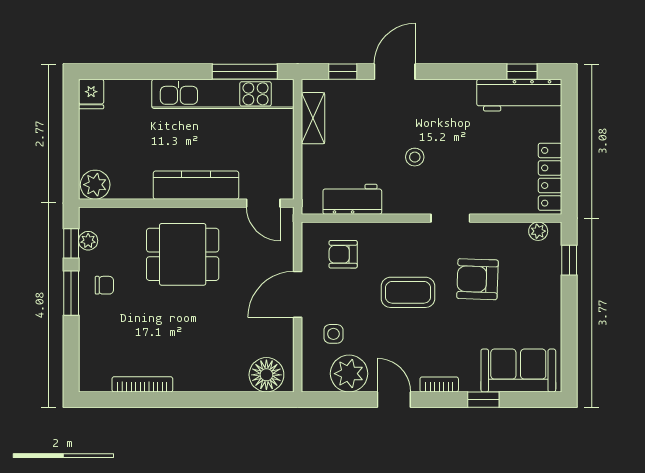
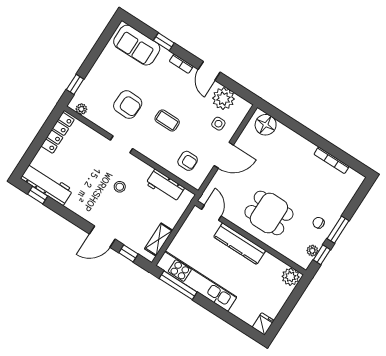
coffee table: (408, 292) -> (167, 120), width x0.73, depth x0.77

